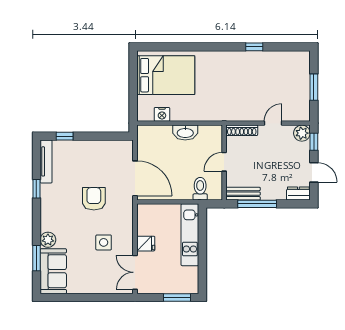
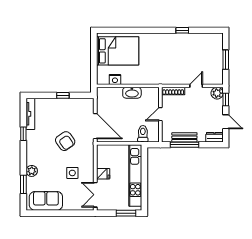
window: (65, 136) -> (63, 95), moved
bench: (243, 194) -> (184, 137), moved
armchair: (94, 199) -> (65, 141), turned 145
kitchen unit: (190, 235) -> (135, 176), width x1.36
sofa: (53, 271) -> (46, 201), moved, turned -90

